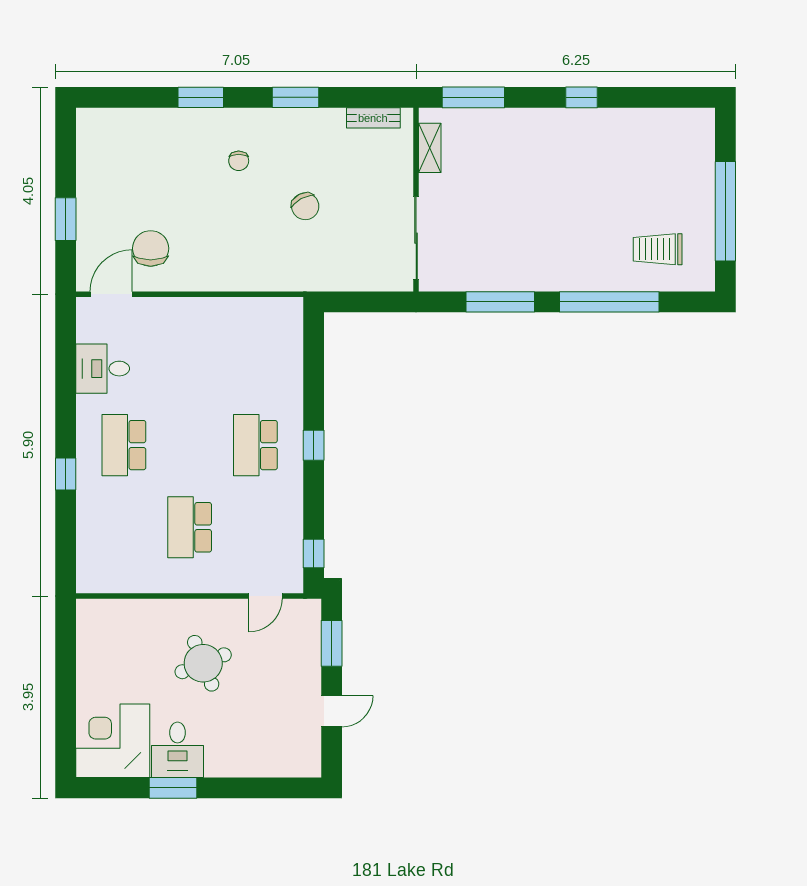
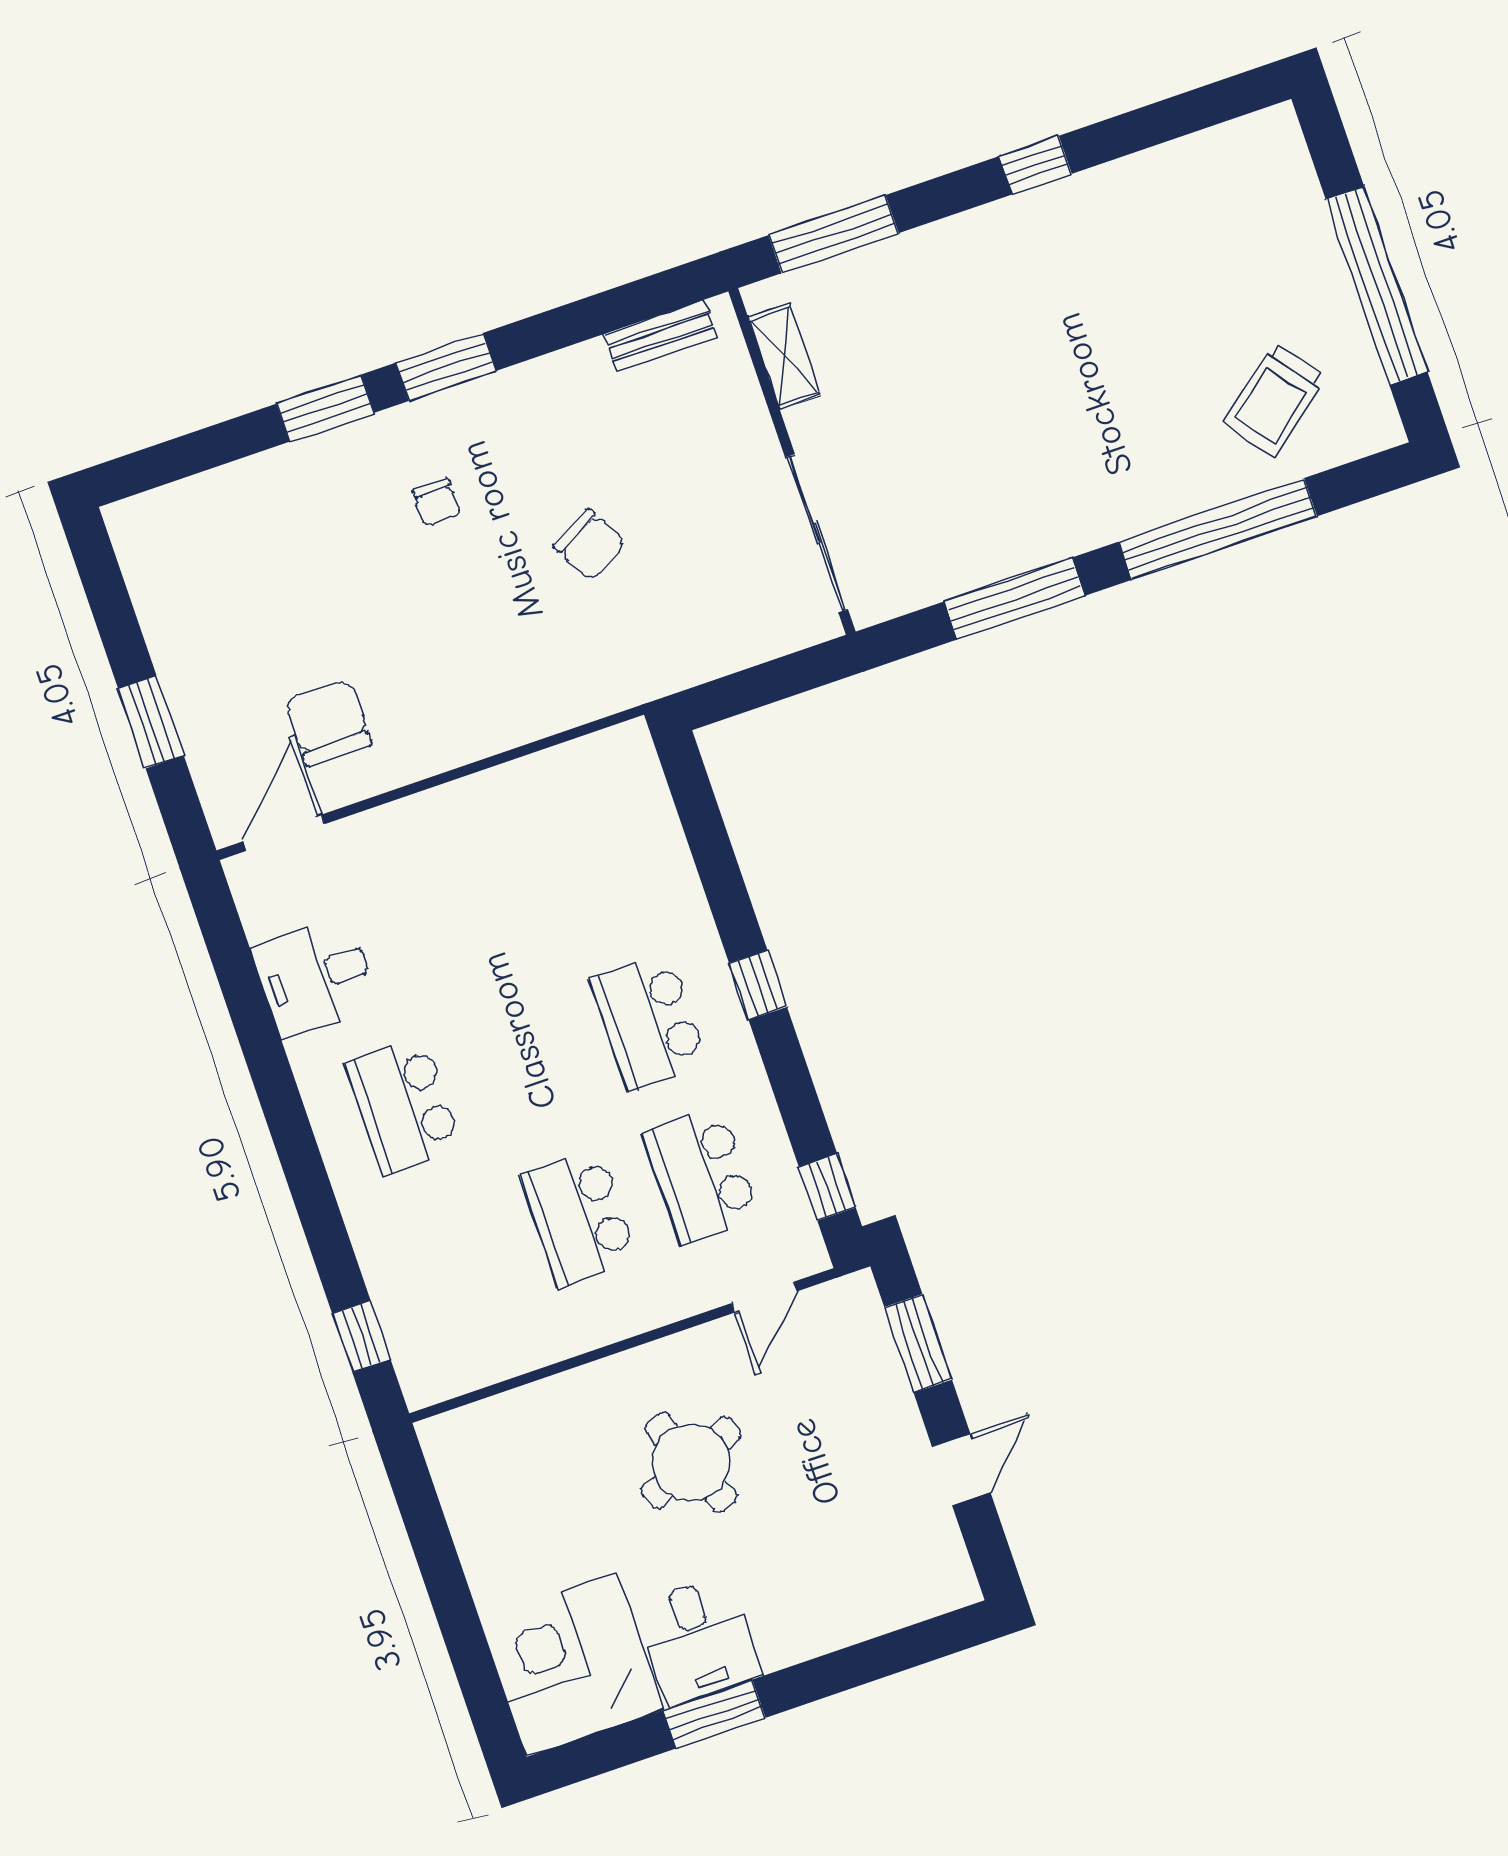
window: (296, 97) -> (446, 367), moved
trolley: (658, 249) -> (1274, 400), turned -39
window: (66, 474) -> (361, 1336), moved
school desk: (255, 527) -> (702, 1175), added

